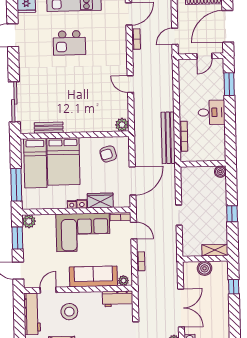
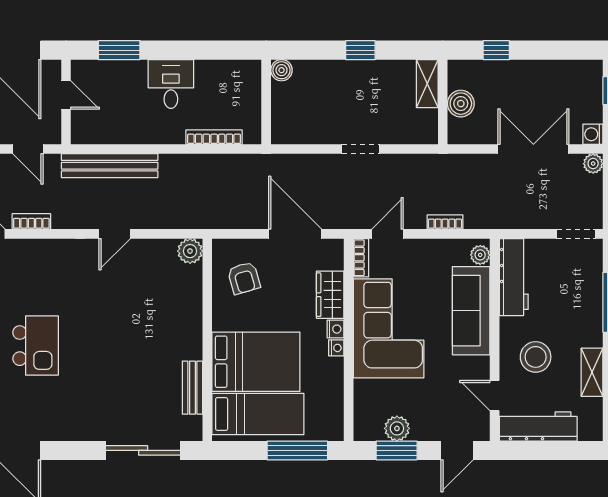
bench: (168, 138) -> (110, 166), moved
plant: (29, 221) -> (397, 428), moved
workbench: (118, 299) -> (514, 277), width x1.38

